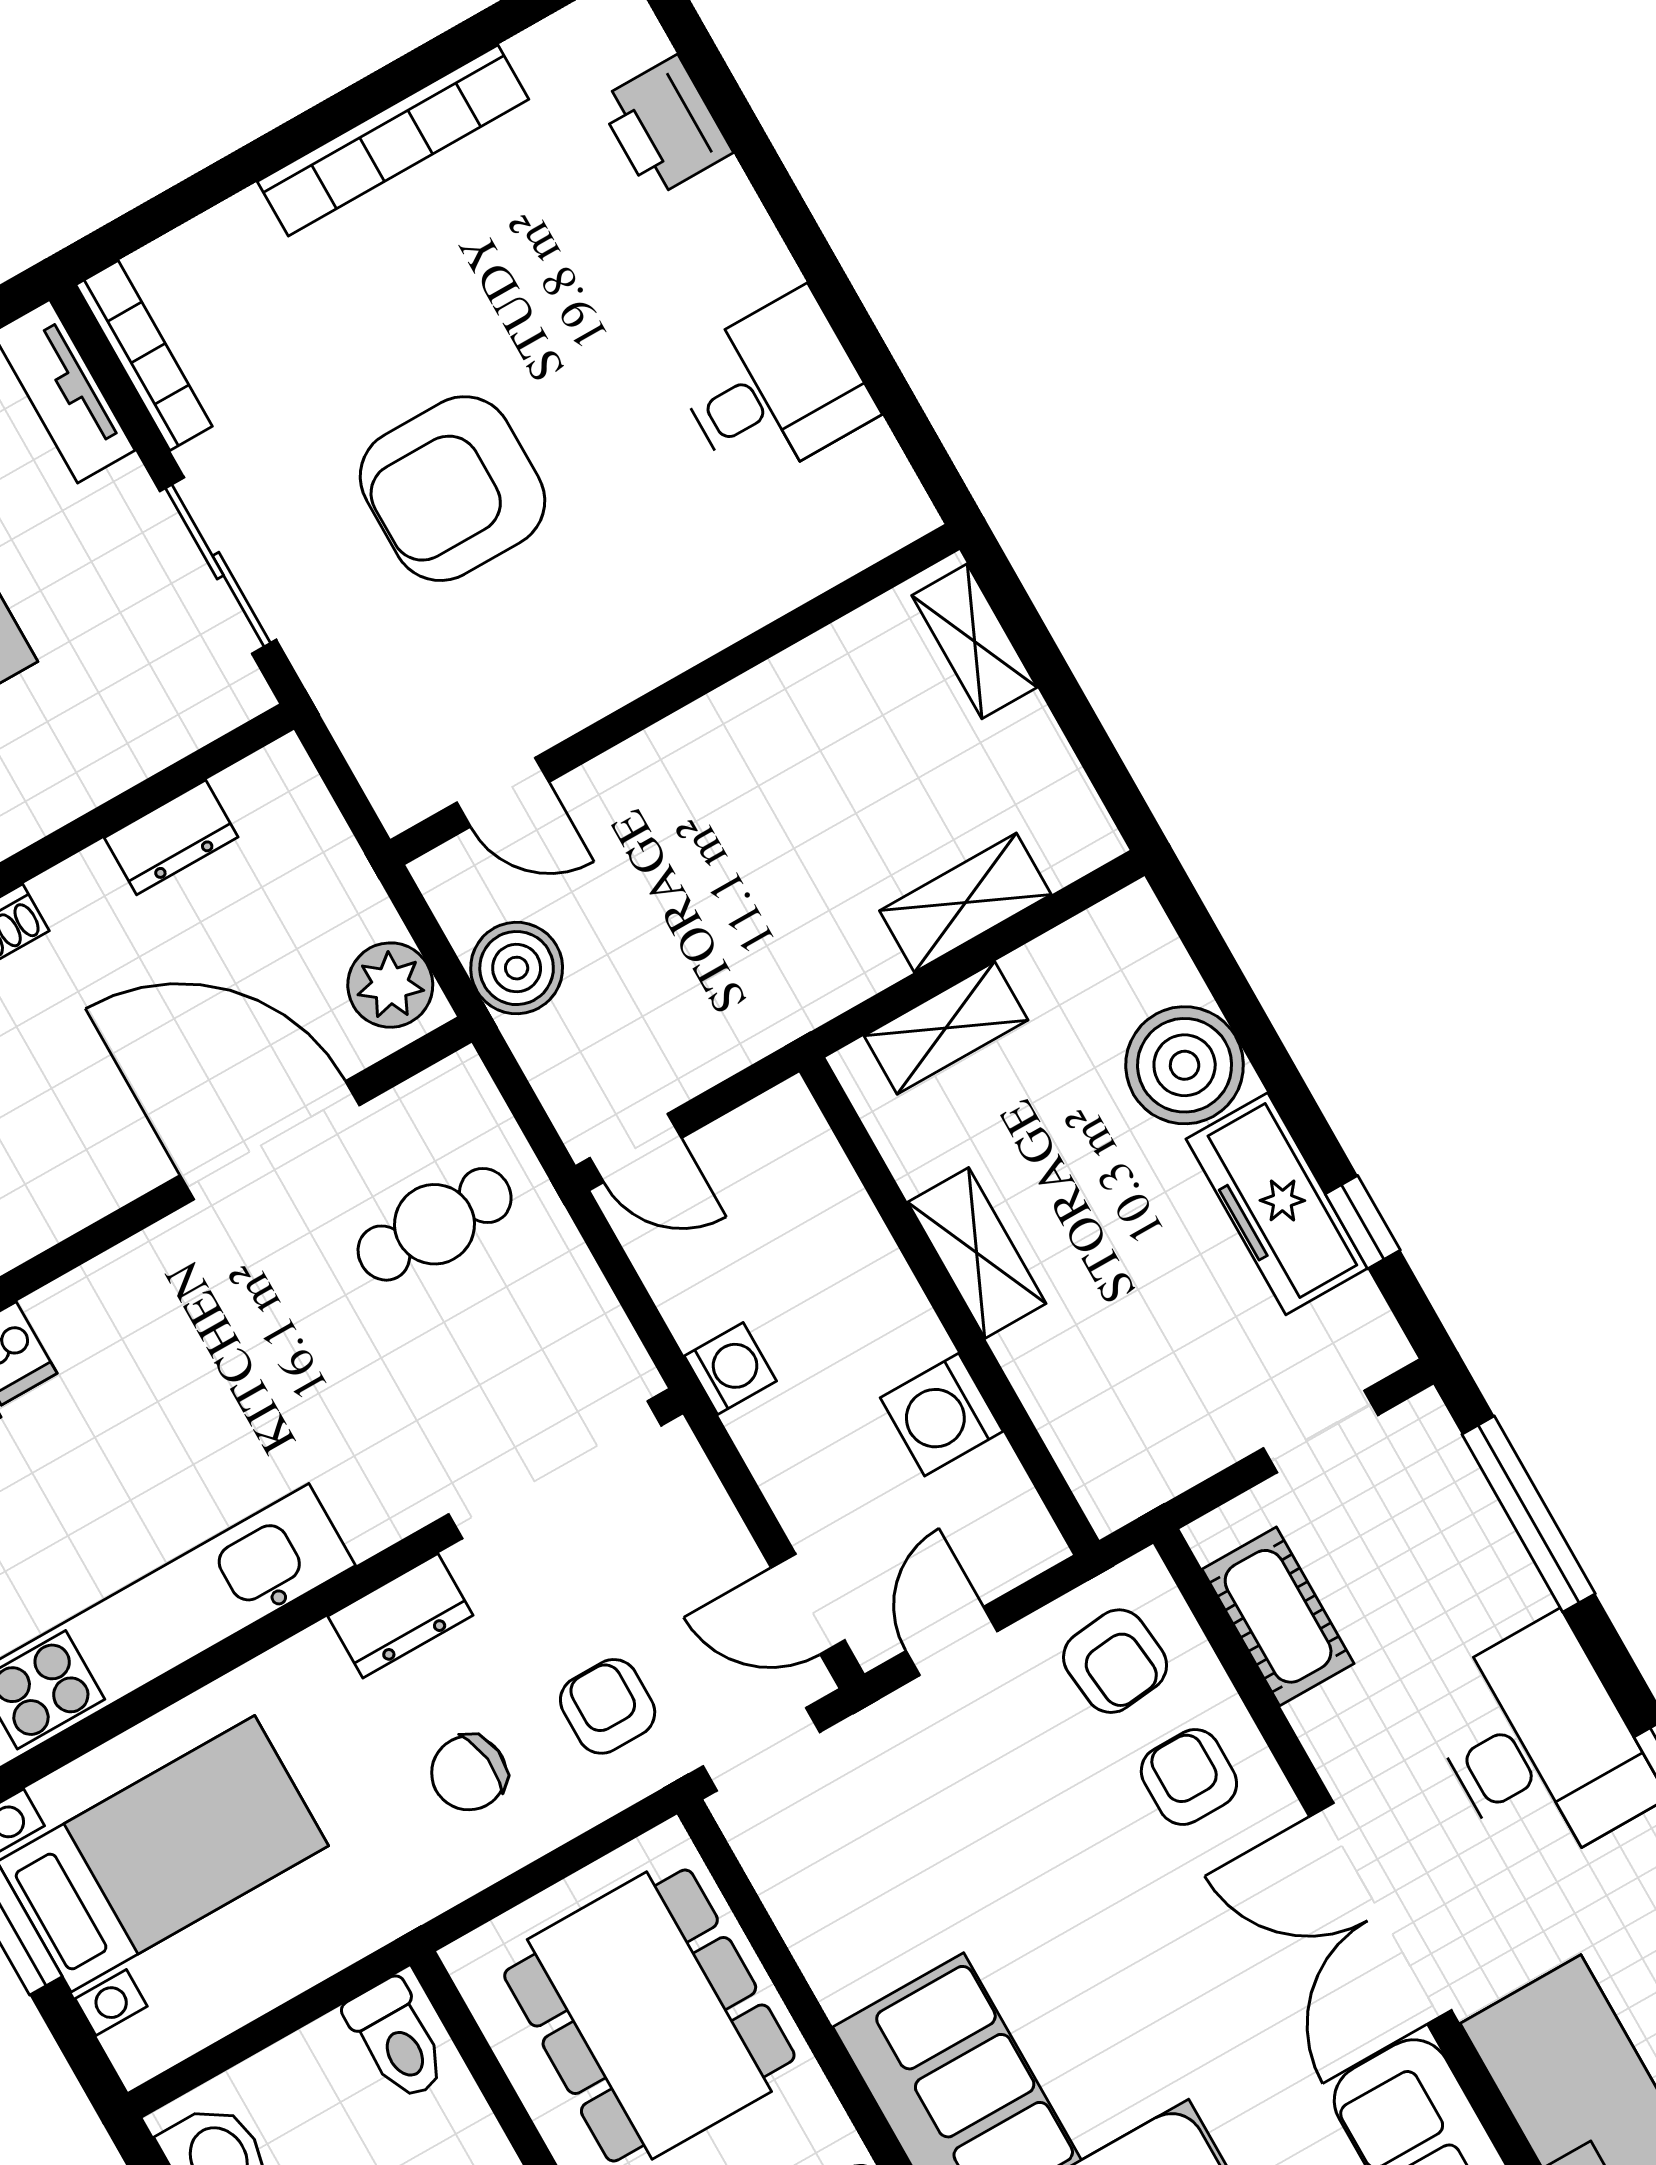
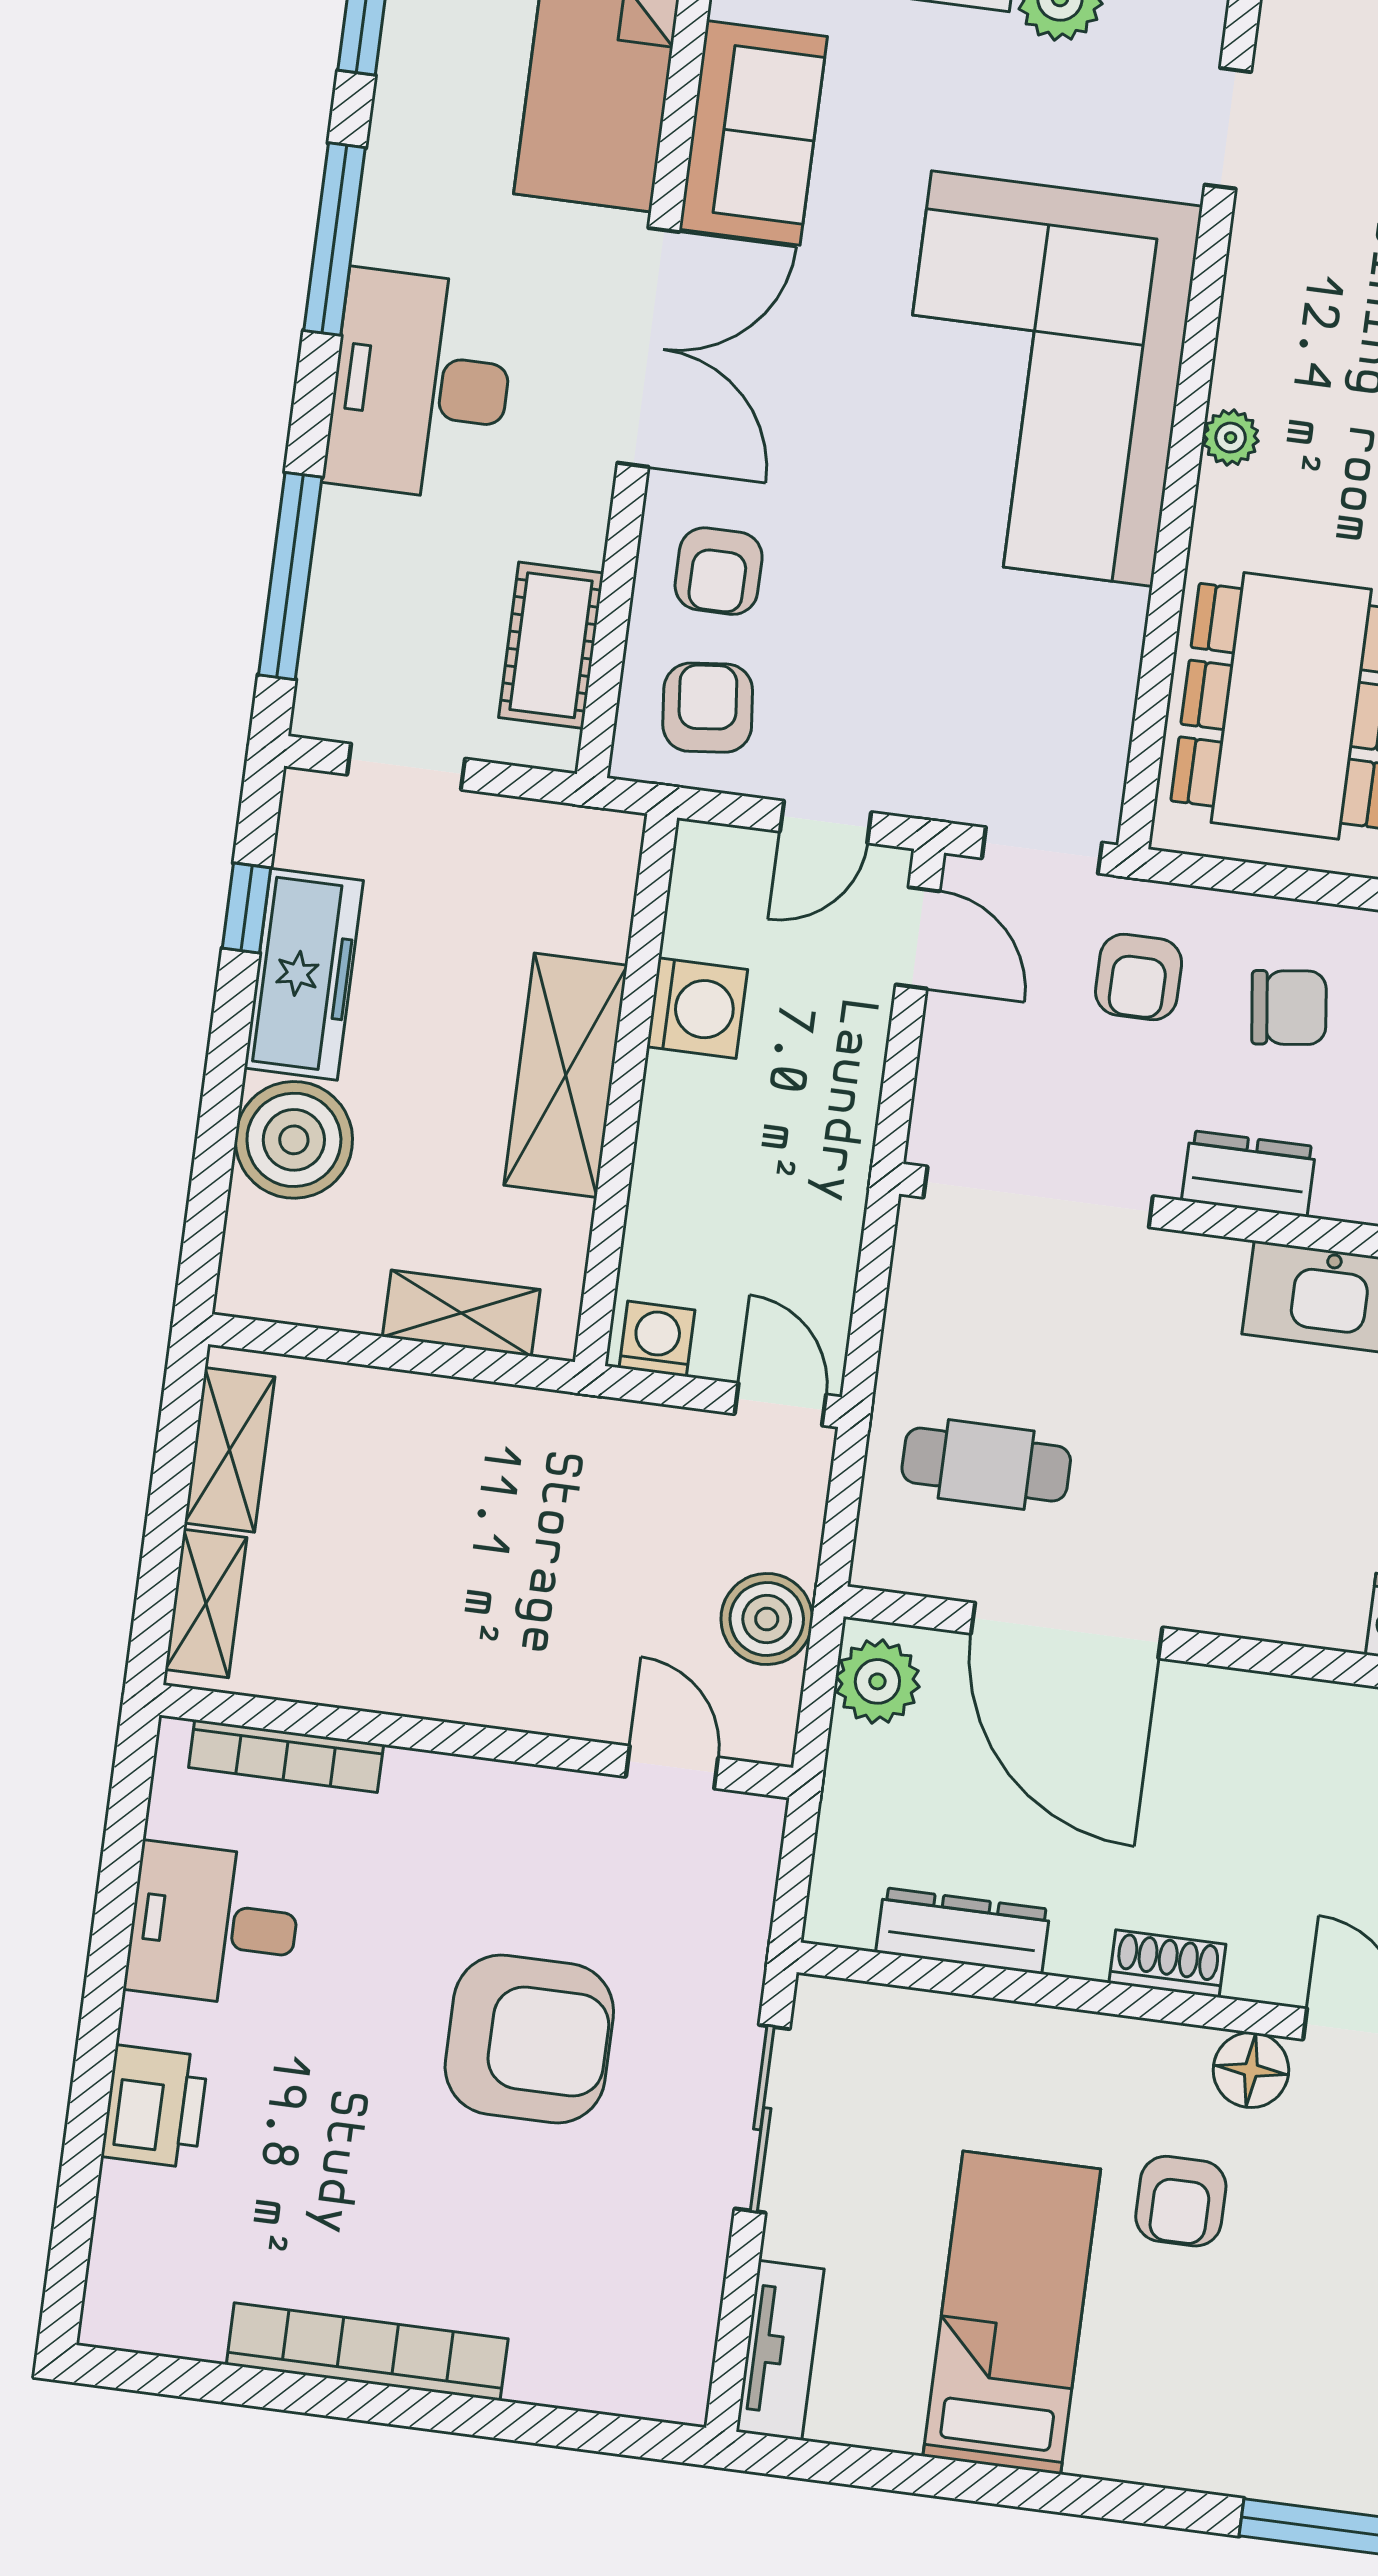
printer: (665, 126) -> (155, 2107), moved
bookcase: (144, 356) -> (286, 1756), moved, turned -90
dresser: (171, 837) -> (963, 1931), width x1.44
shelving: (965, 903) -> (230, 1450), moved, turned 90
shelving: (977, 1253) -> (566, 1075), width x1.50, depth x1.33
washing machine: (730, 1368) -> (657, 1339), moved, turned 90

